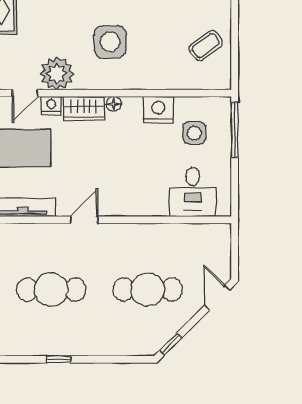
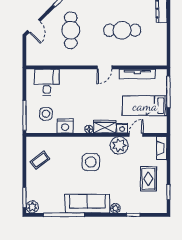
cafe table: (148, 290) -> (71, 30), turned 90

